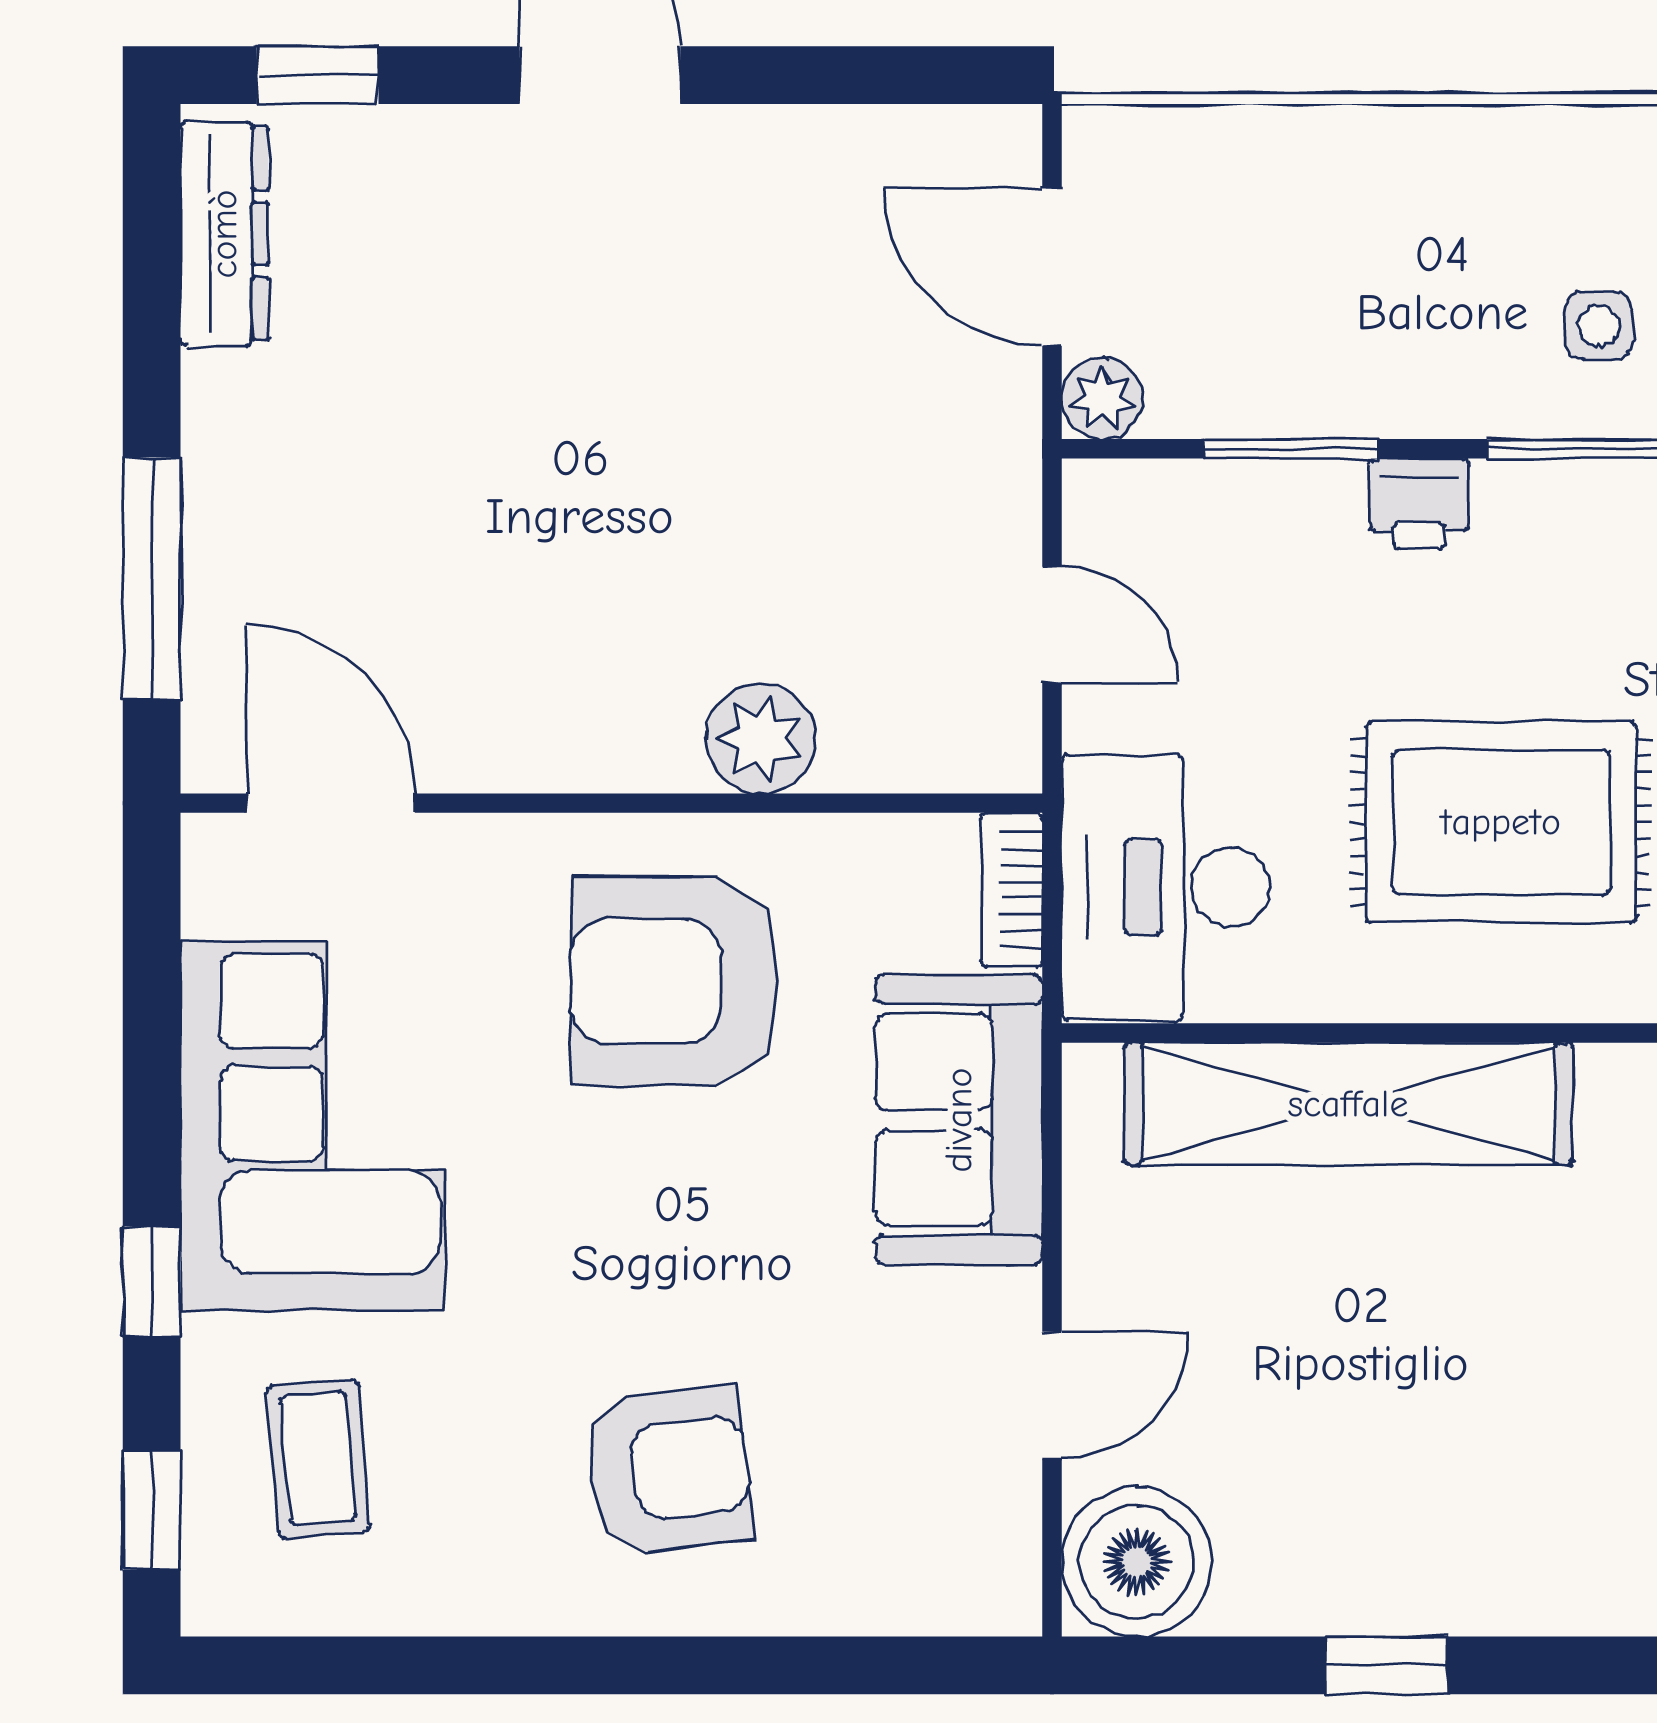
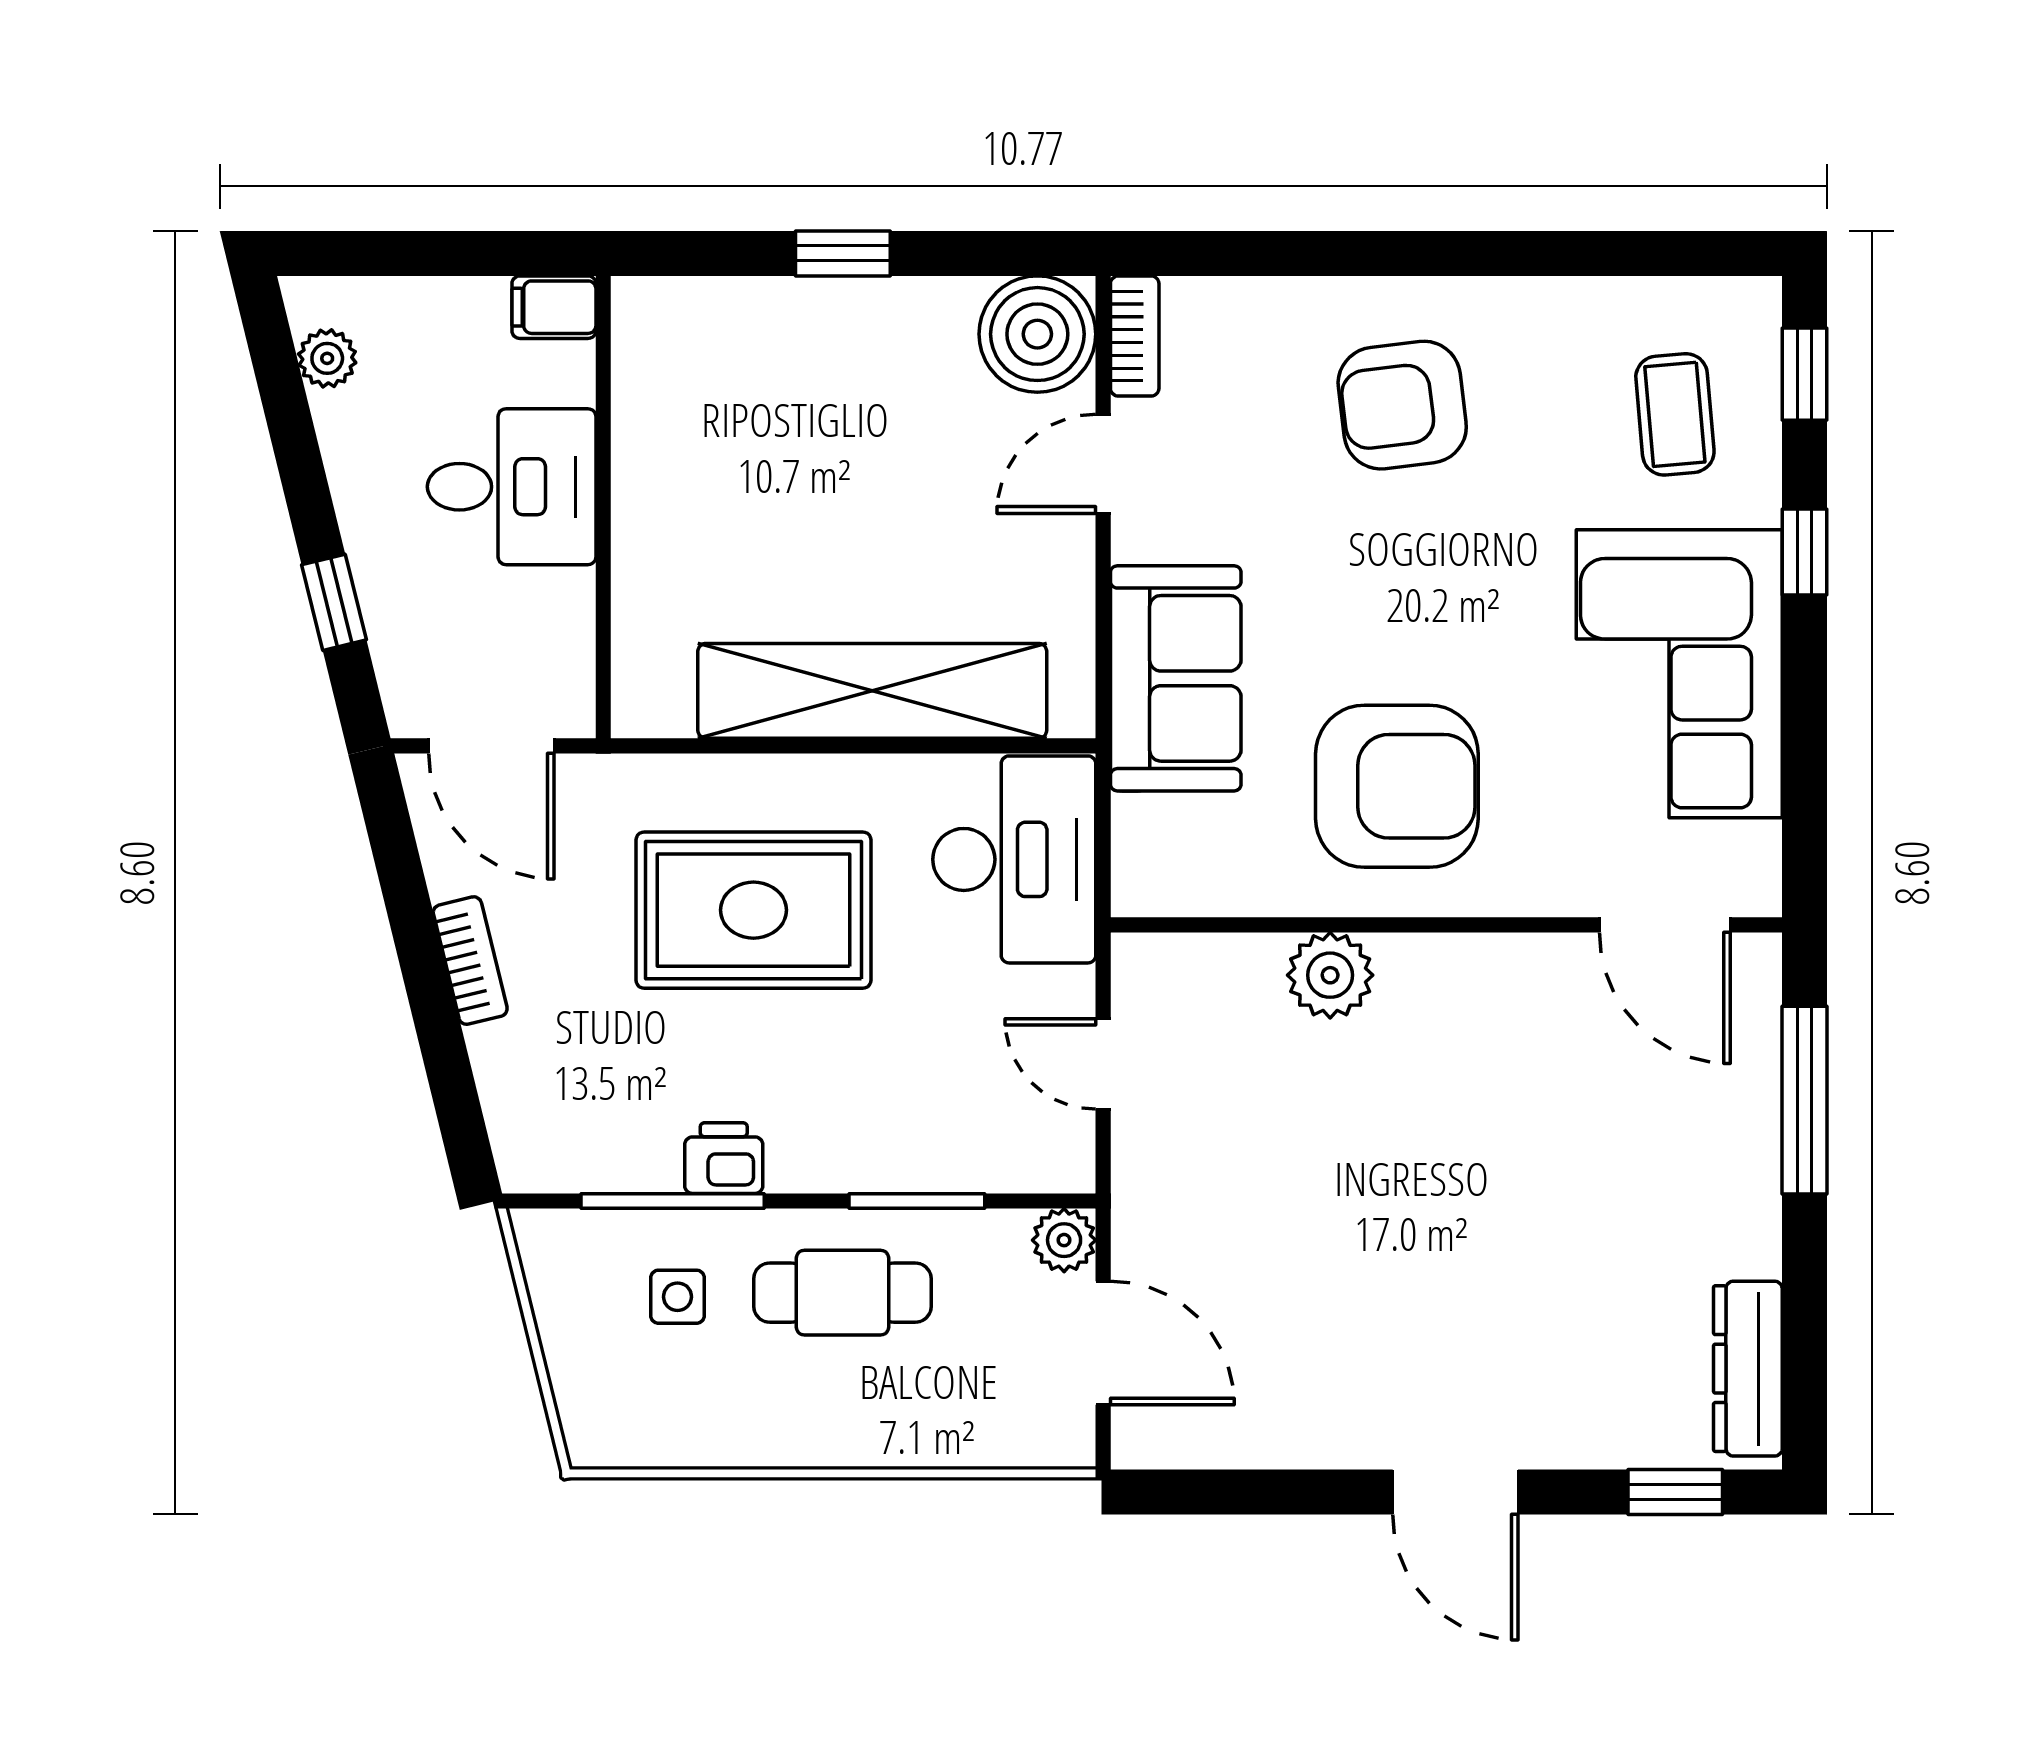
cafe table: (1387, 331) -> (842, 1293), added
printer: (1419, 504) -> (724, 1158), moved
bookcase: (1012, 890) -> (1135, 336), moved

